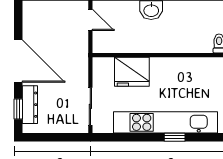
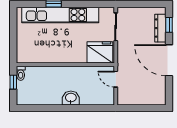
door: (90, 20) -> (116, 79), moved
fridge: (132, 72) -> (100, 52), moved

